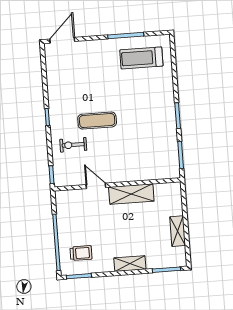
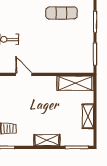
exercise mat: (97, 121) -> (61, 13), moved
shelving: (131, 194) -> (75, 83), moved

